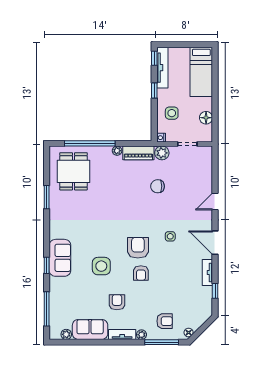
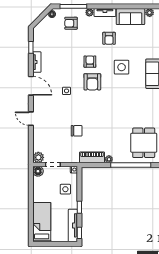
floor lamp: (206, 118) -> (38, 171), moved
plant: (162, 153) -> (38, 157), moved
door: (215, 201) -> (31, 119), swing flipped

